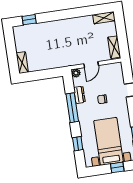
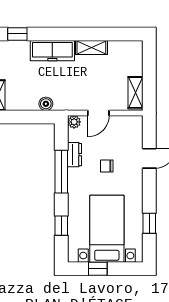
shelving: (104, 18) -> (91, 47), moved
freezer: (54, 27) -> (52, 51), added
boiler: (55, 64) -> (46, 104), added
window: (117, 167) -> (98, 269), moved

